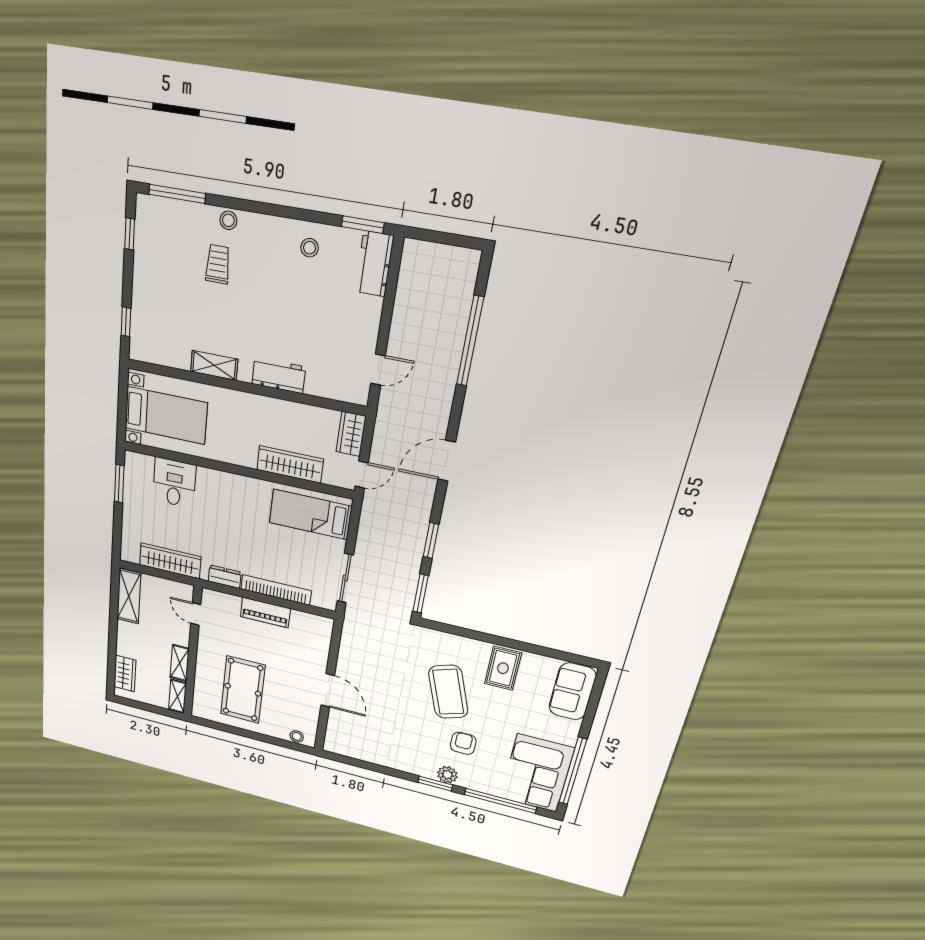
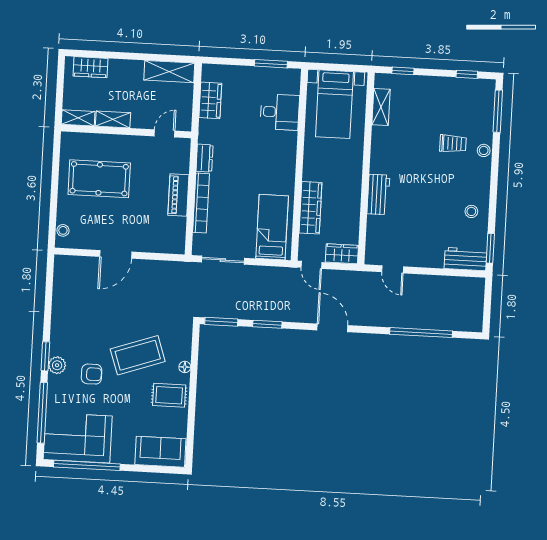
shelving: (214, 365) -> (381, 107), moved
wardrobe: (170, 561) -> (210, 100), width x0.67
floor lamp: (471, 644) -> (185, 367), added

